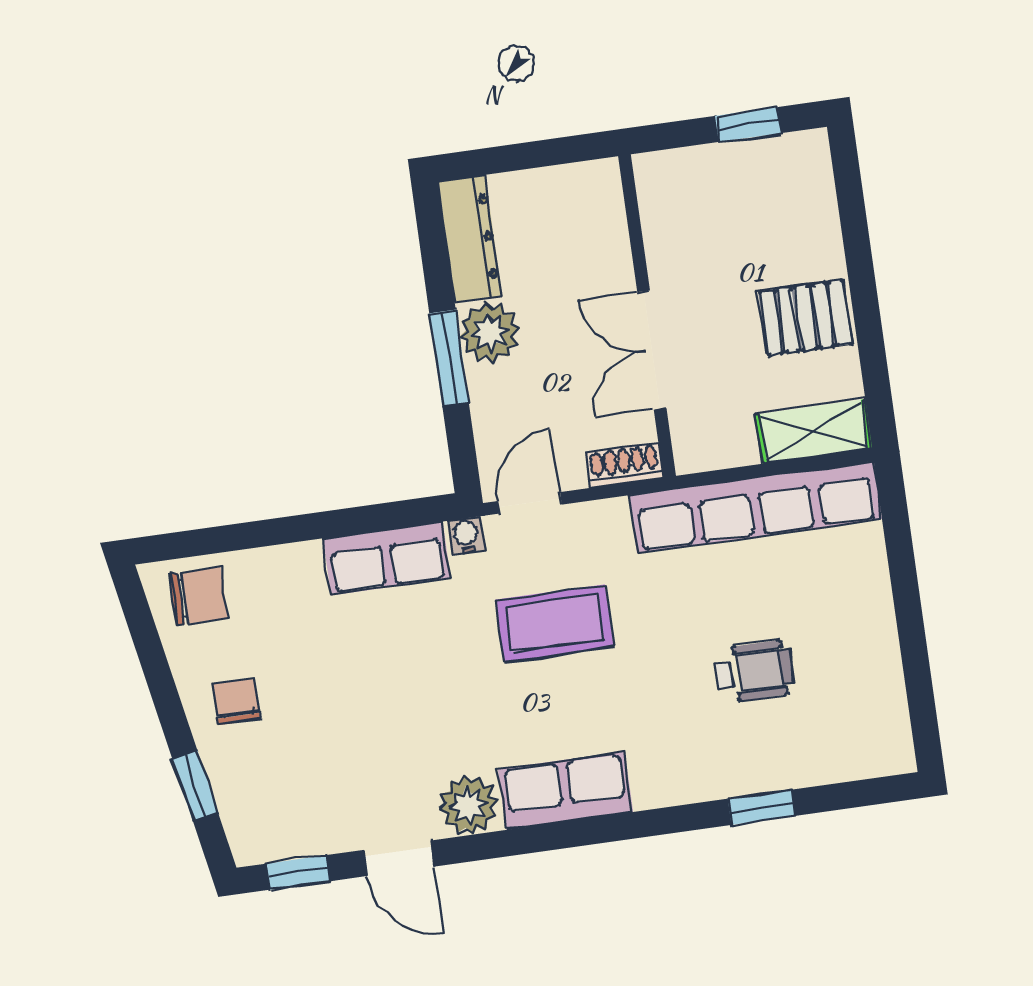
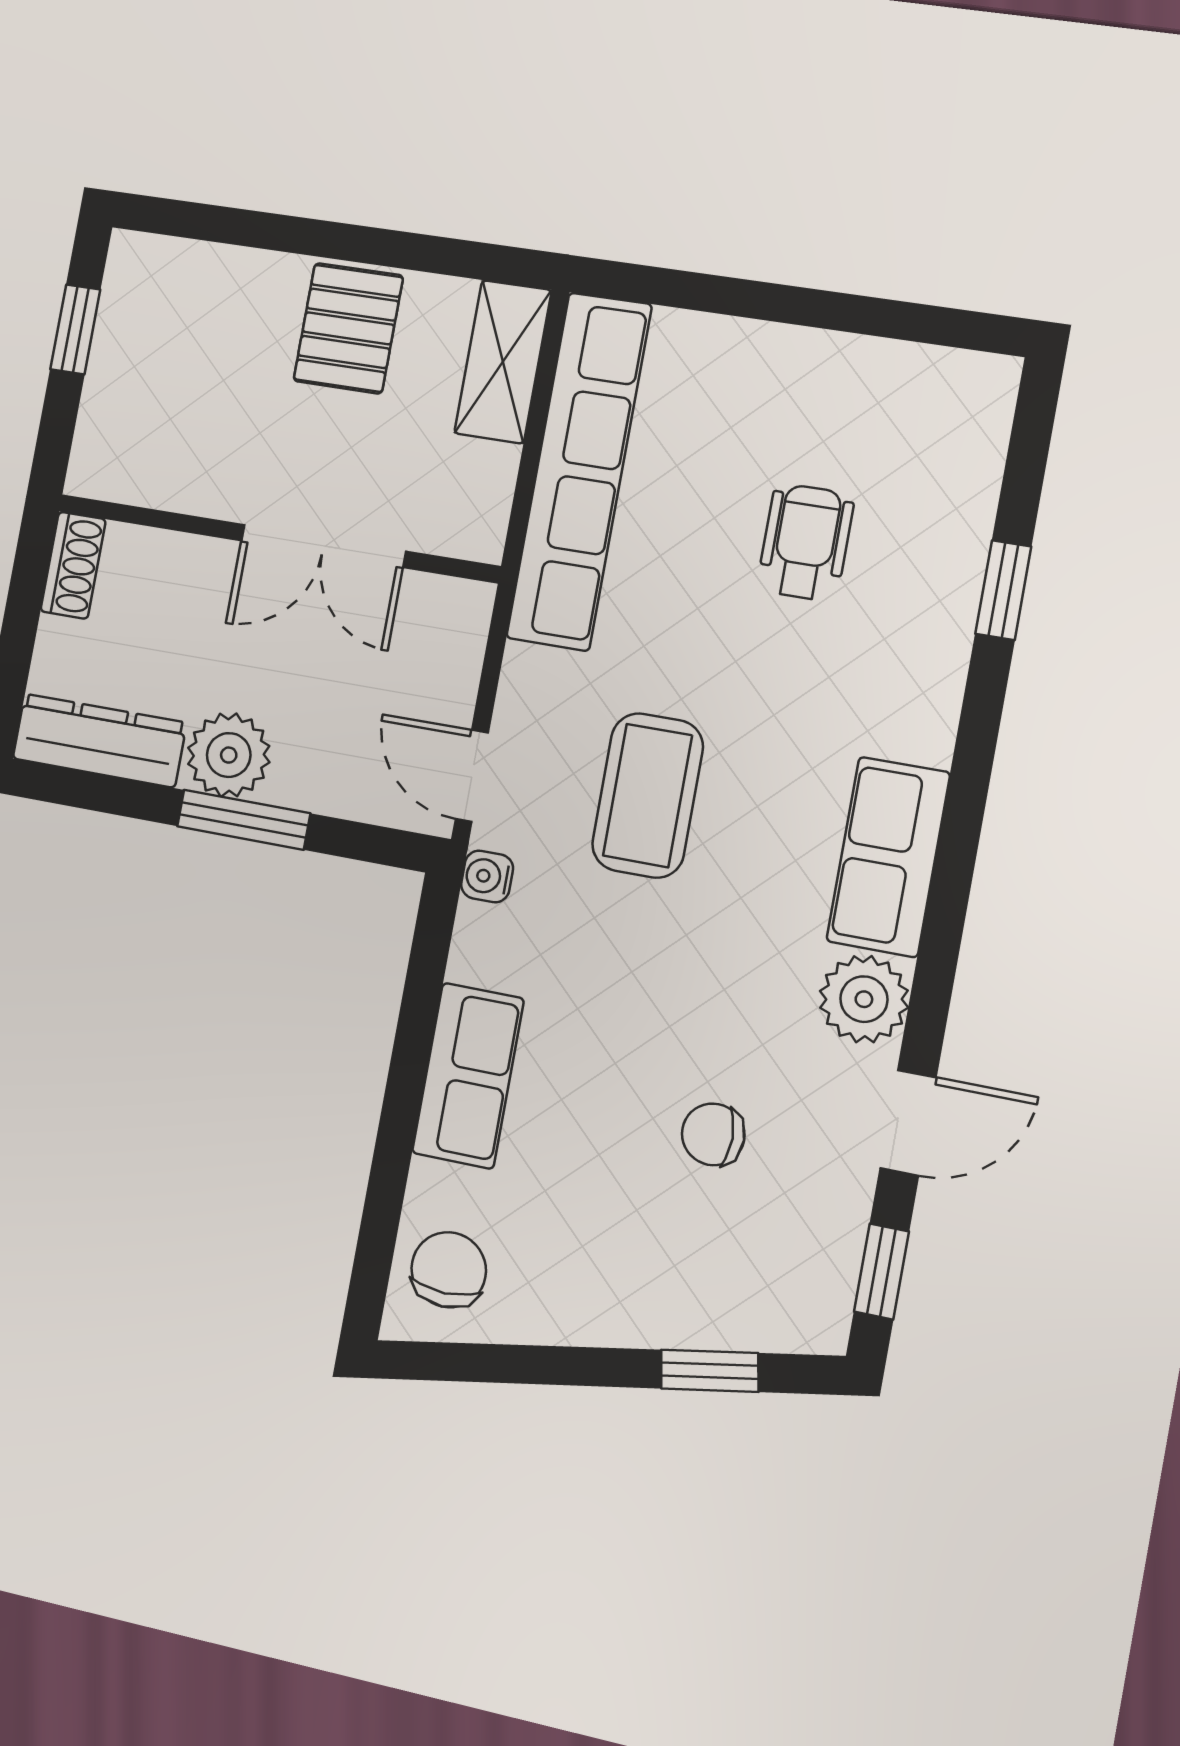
shoe rack: (624, 465) -> (73, 565), moved, turned 180
row of seats: (387, 558) -> (468, 1076), moved
chair: (236, 701) -> (713, 1134), moved

